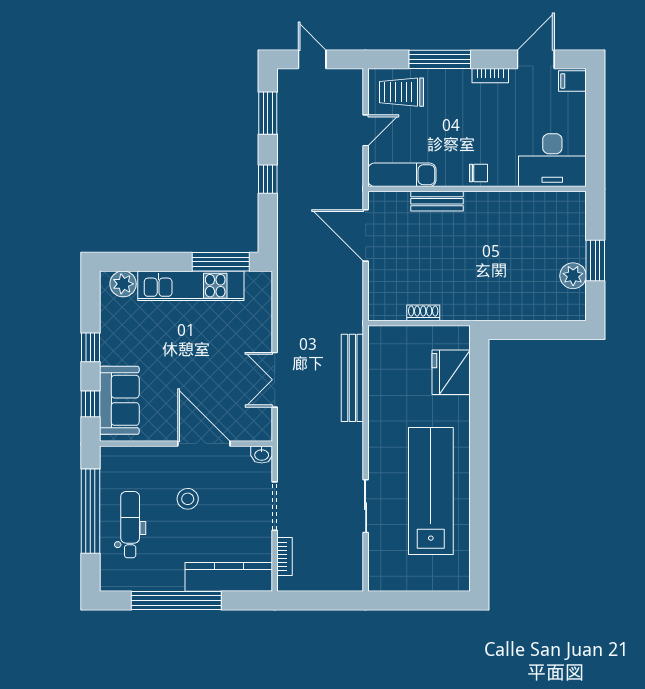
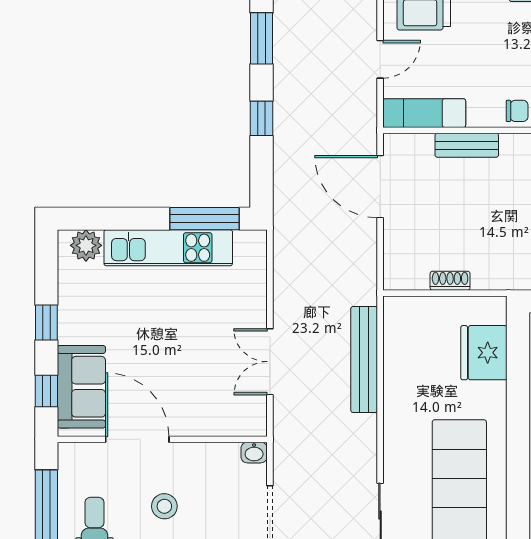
door: (204, 444) -> (137, 439), moved

